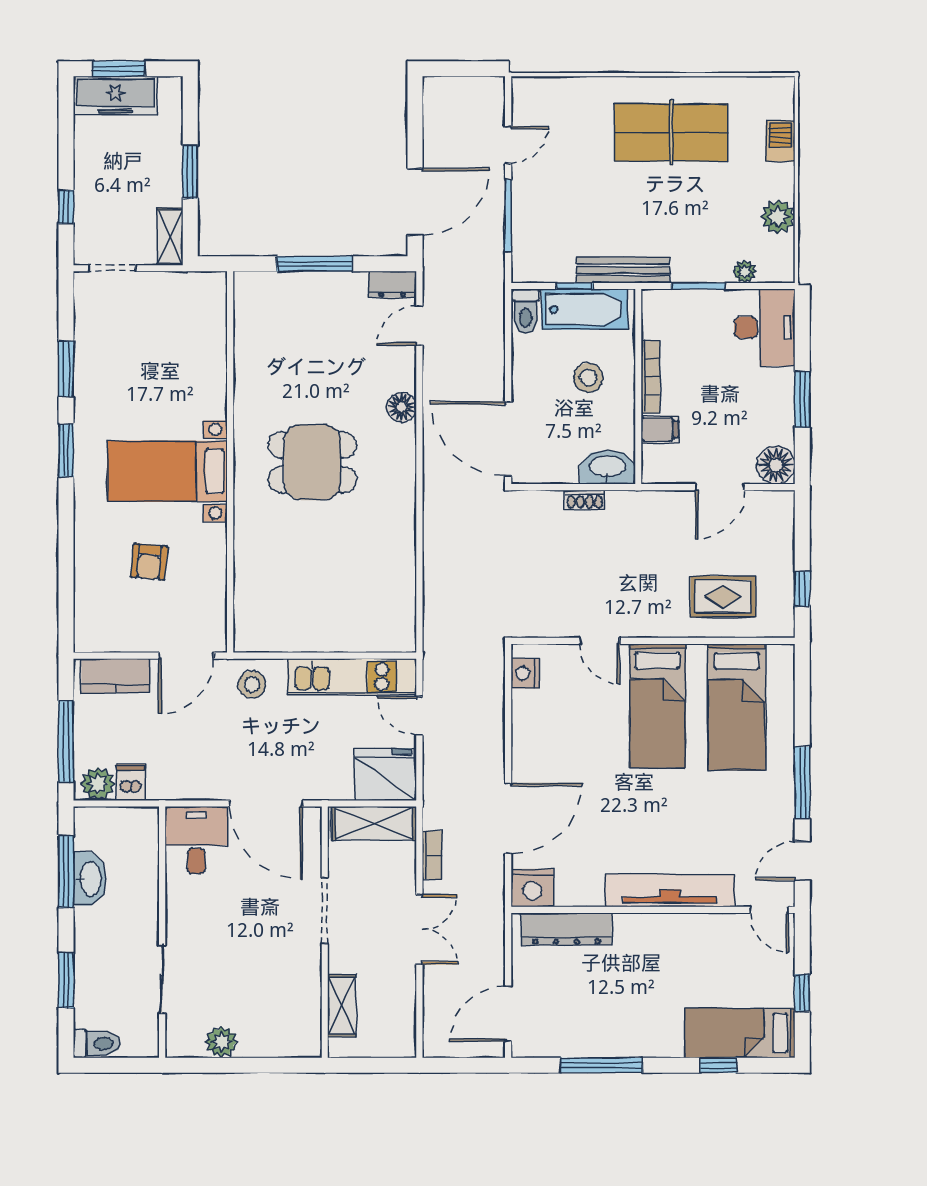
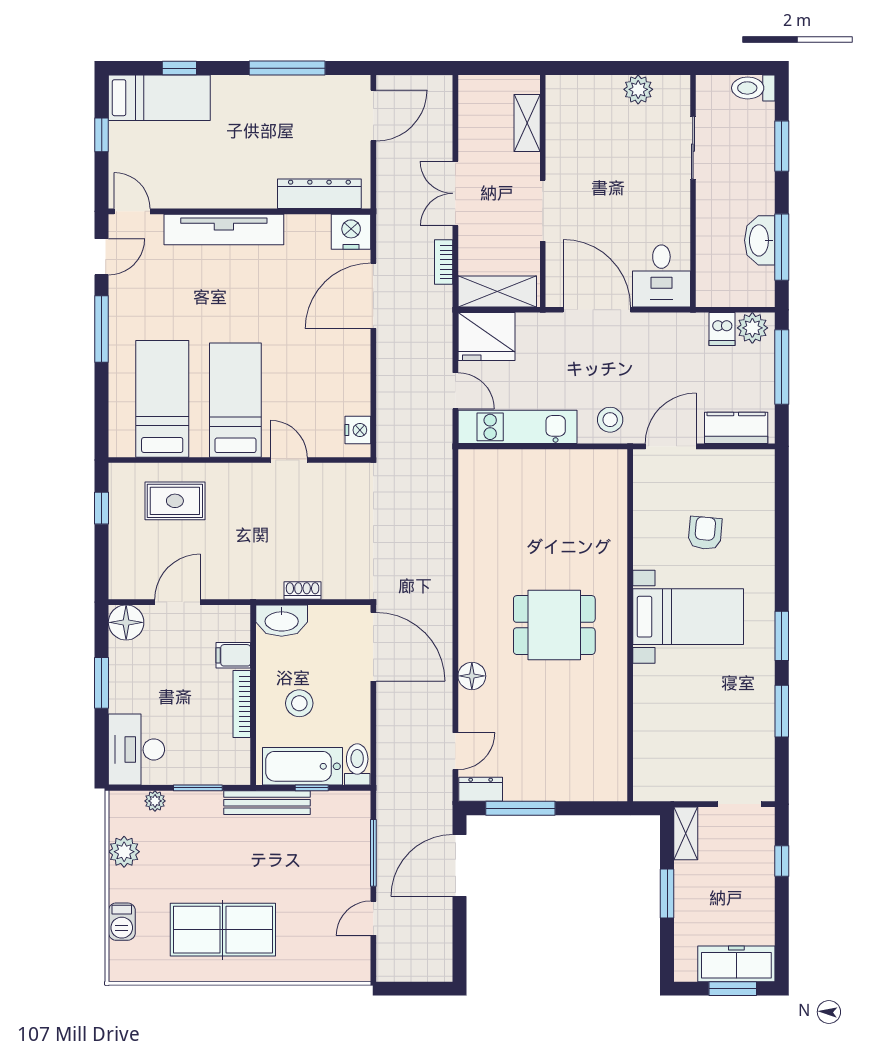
window: (315, 264) -> (520, 808), moved

